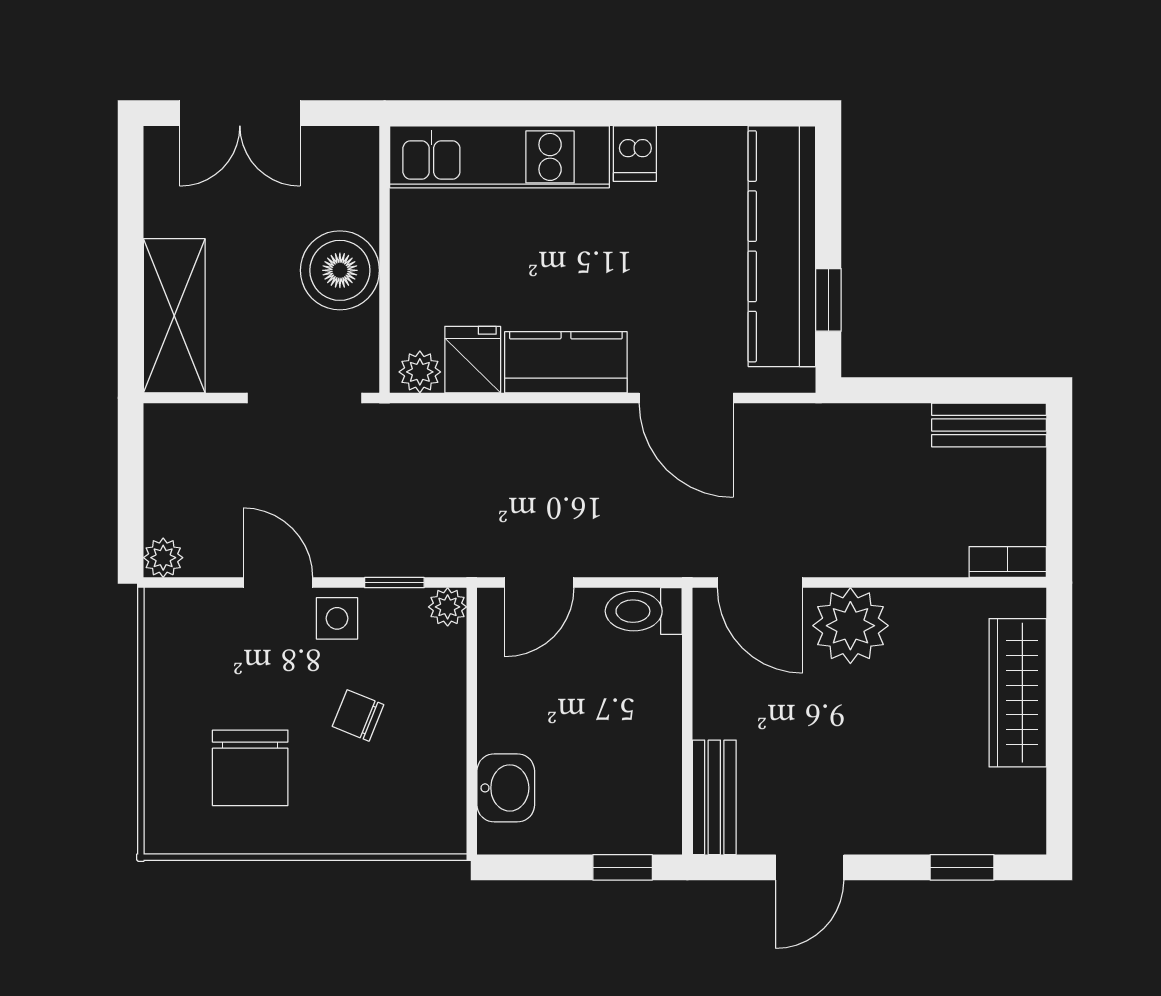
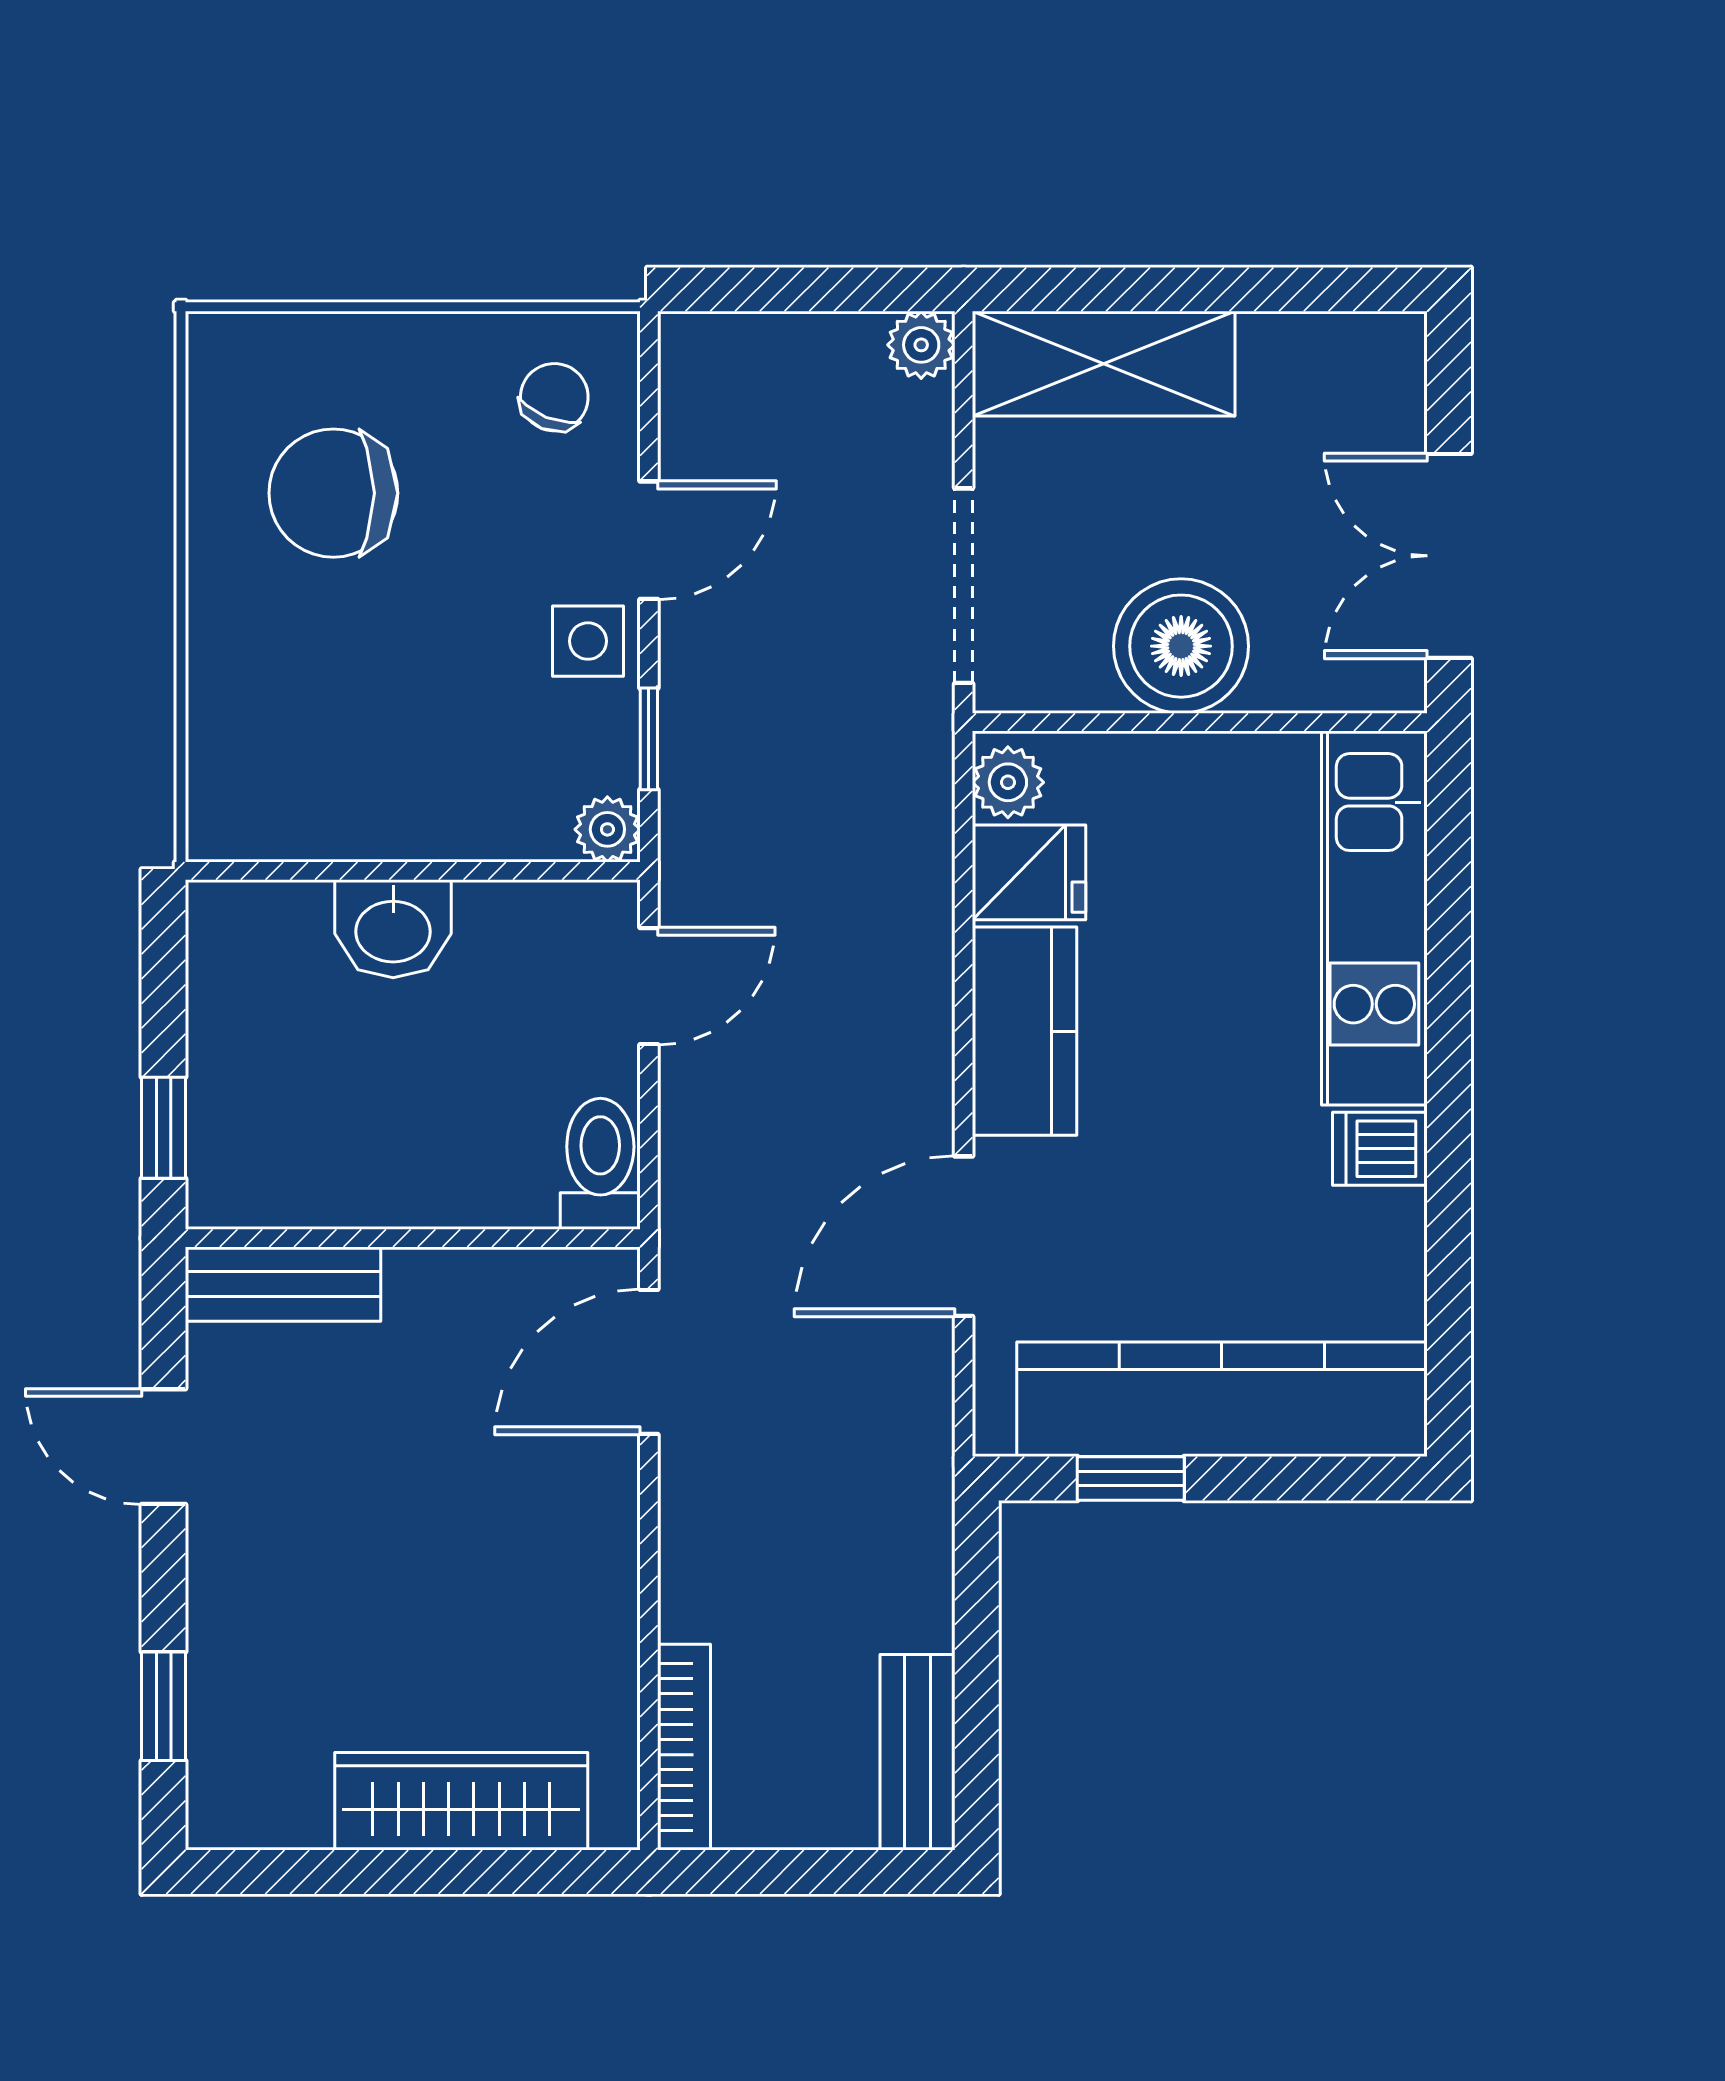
double door: (240, 113) -> (1449, 556), moved
plant: (163, 558) -> (921, 345), moved
bookcase: (1008, 562) -> (684, 1747), width x1.56
door: (539, 583) -> (649, 986), swing flipped
plant: (850, 626) -> (575, 1516), removed
chair: (358, 715) -> (554, 397), moved
washbasin: (506, 788) -> (393, 929), moved

